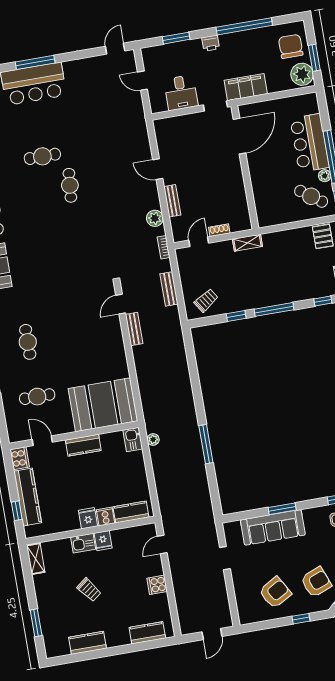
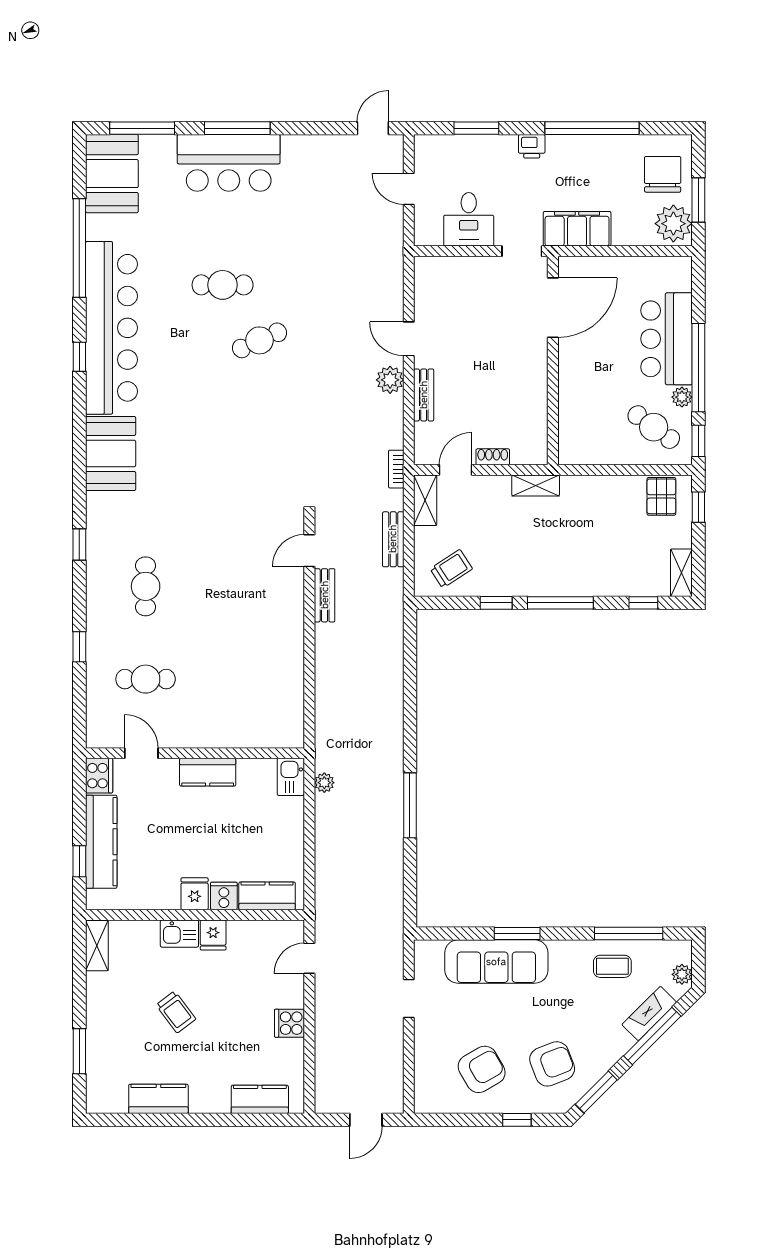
cafe table: (70, 185) -> (259, 340), turned 61
plant: (155, 218) -> (390, 380), moved
shelving: (184, 263) -> (425, 500), added
booth: (103, 405) -> (252, 711), removed

